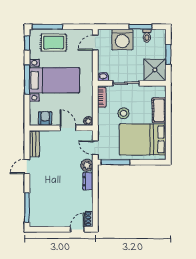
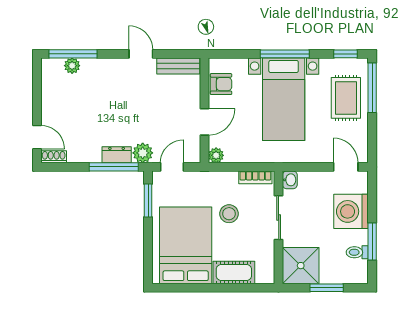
window: (116, 162) -> (148, 200), width x0.69
window: (95, 183) -> (114, 167), added
plant: (34, 208) -> (72, 66), added

